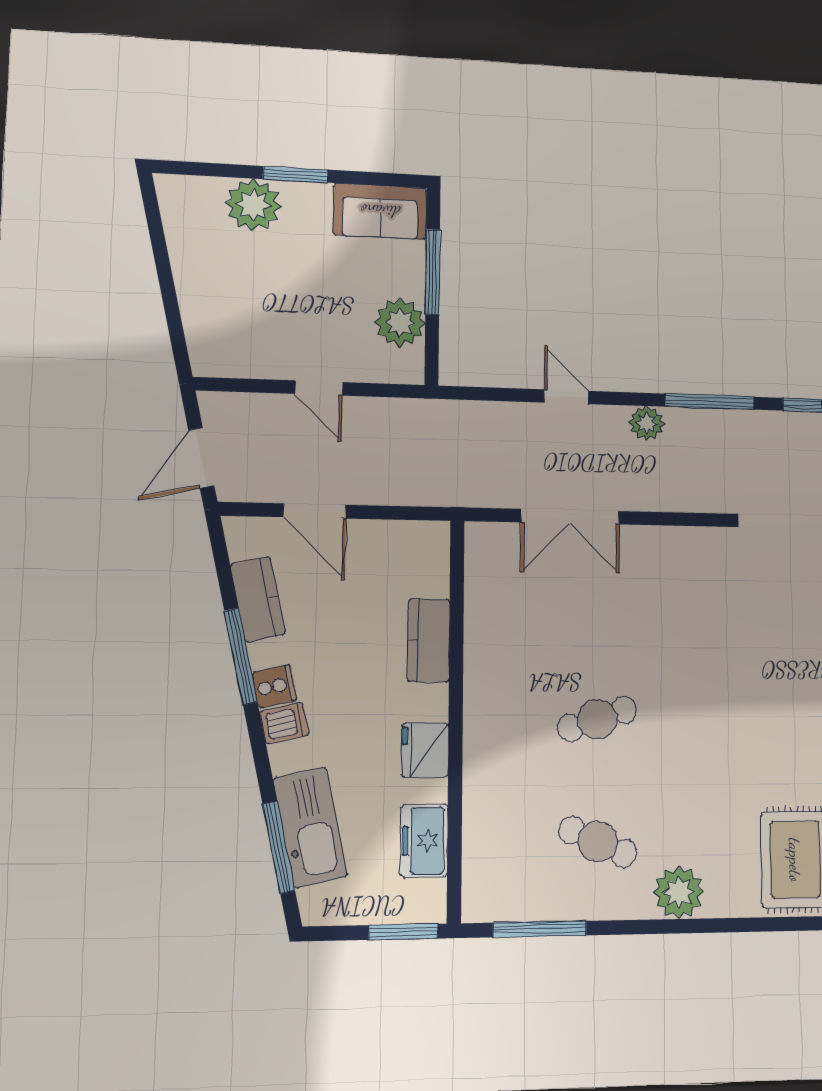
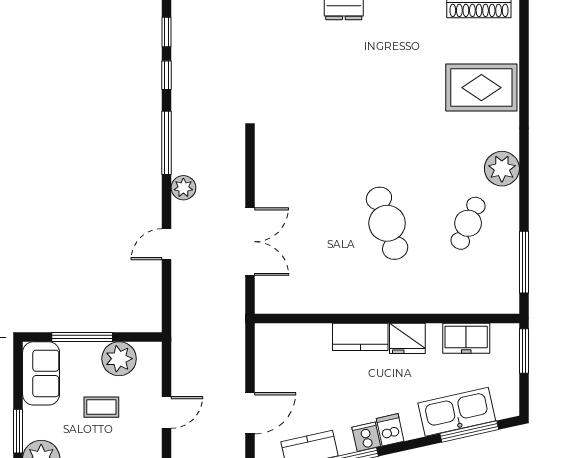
coffee table: (329, 294) -> (101, 407), added
kitchen counter: (429, 640) -> (360, 337), moved
cafe table: (597, 719) -> (387, 223), width x1.37, depth x1.35

